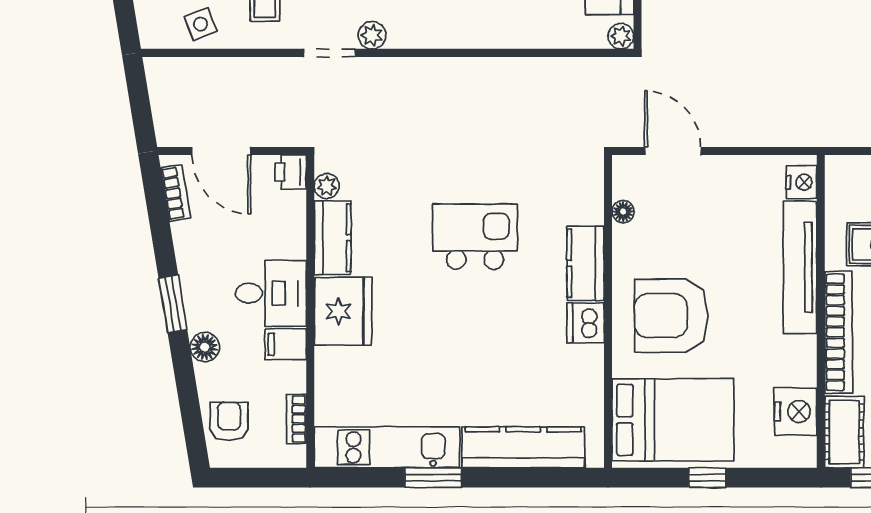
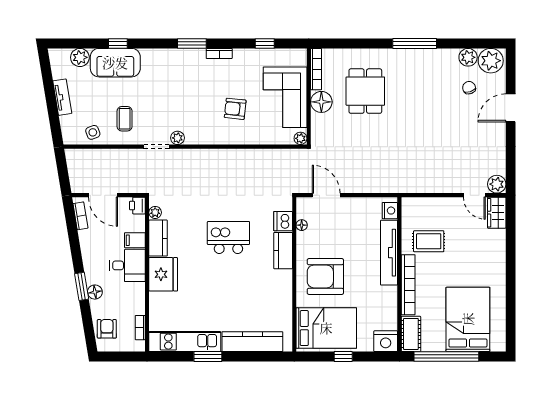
window: (173, 304) -> (82, 286), moved
dishwasher: (586, 323) -> (283, 221), moved
filing cabinet: (286, 344) -> (135, 240), moved
nightstand: (796, 412) -> (386, 341), moved, turned 90

